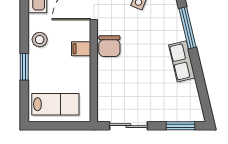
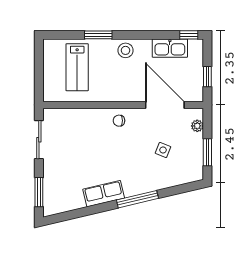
chair: (109, 46) -> (119, 121), width x0.54, depth x0.54
filing cabinet: (81, 49) -> (116, 92), removed
lab bench: (55, 104) -> (77, 67), moved

